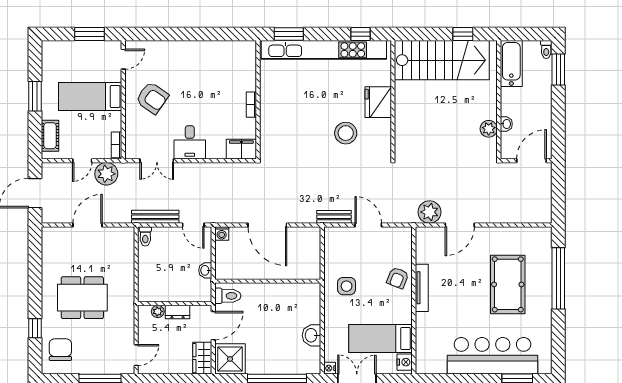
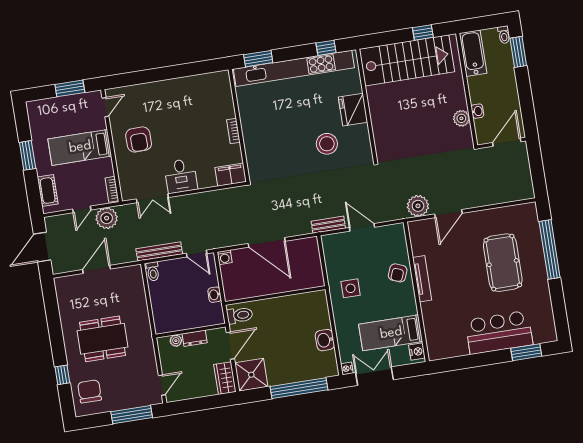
armchair: (152, 98) -> (139, 139), turned 54
bar counter: (492, 356) -> (499, 332), width x0.73

